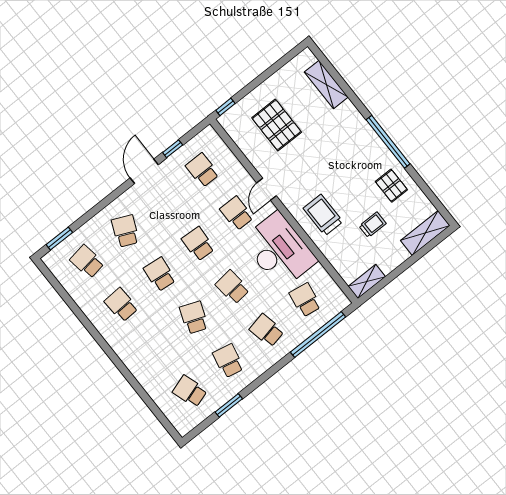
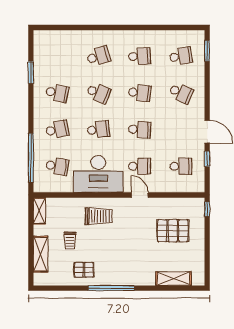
shelving: (425, 233) -> (41, 254), moved
school desk: (190, 391) -> (98, 56), moved

